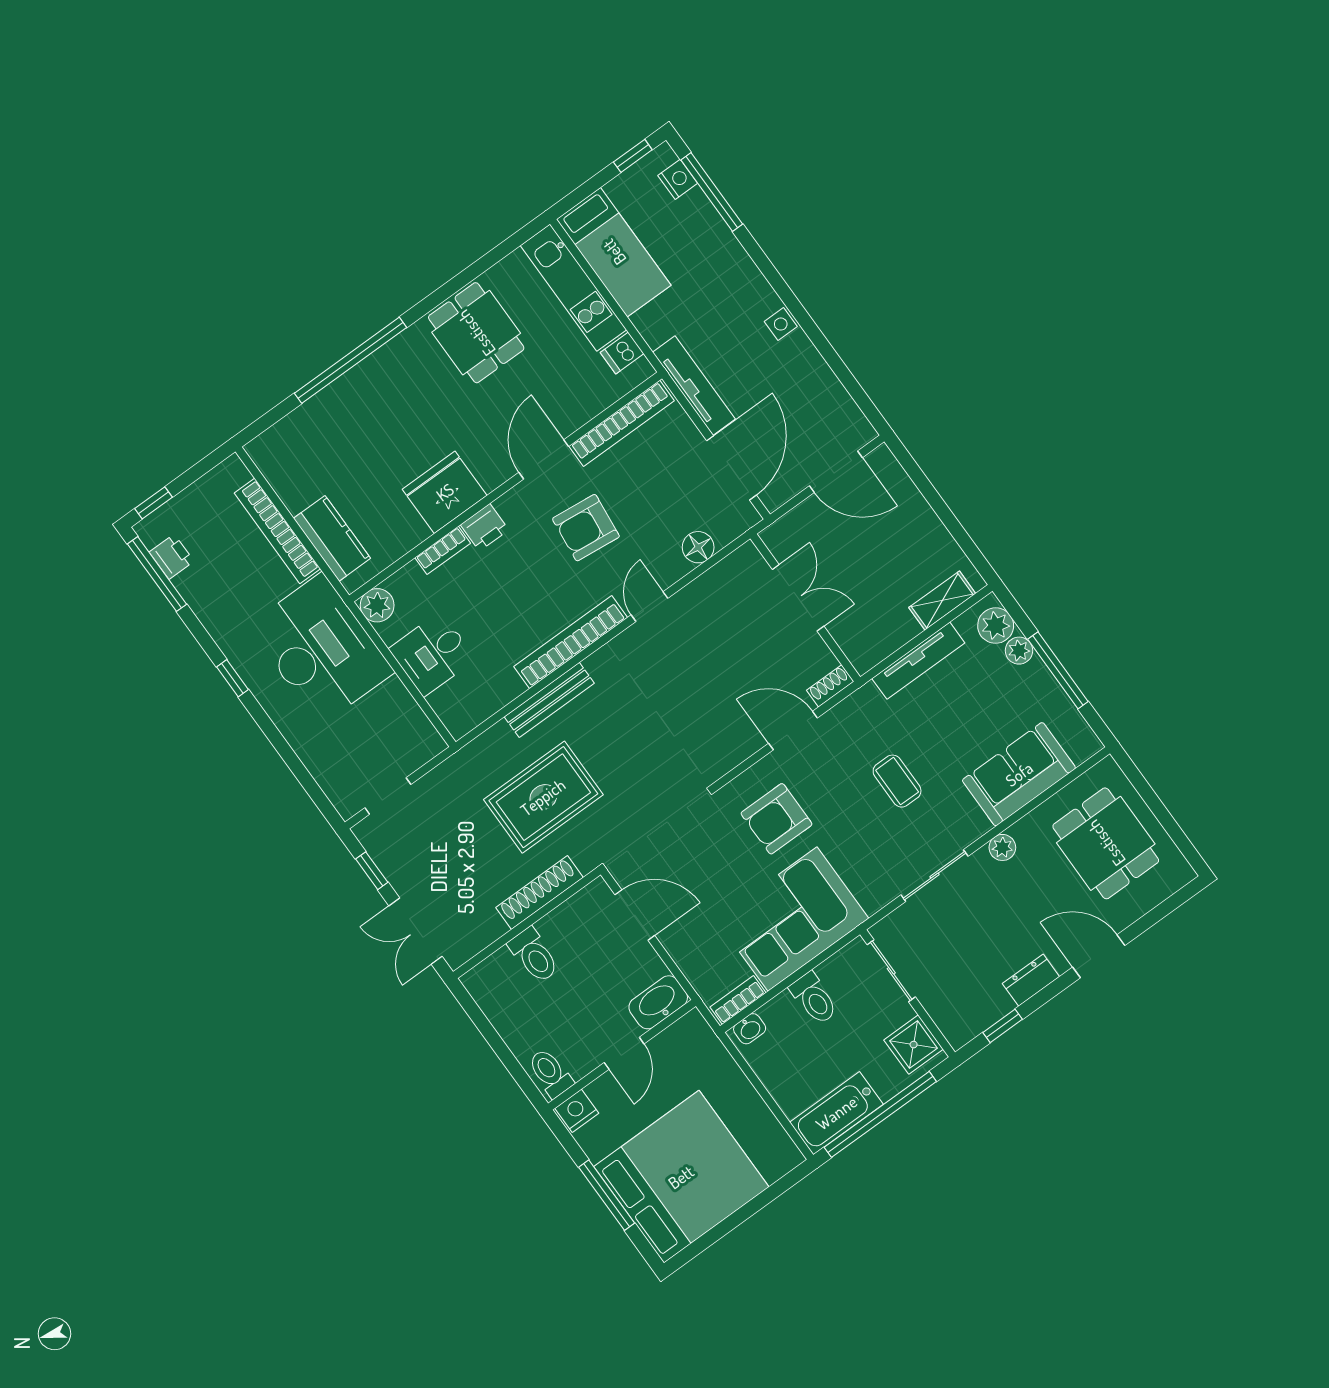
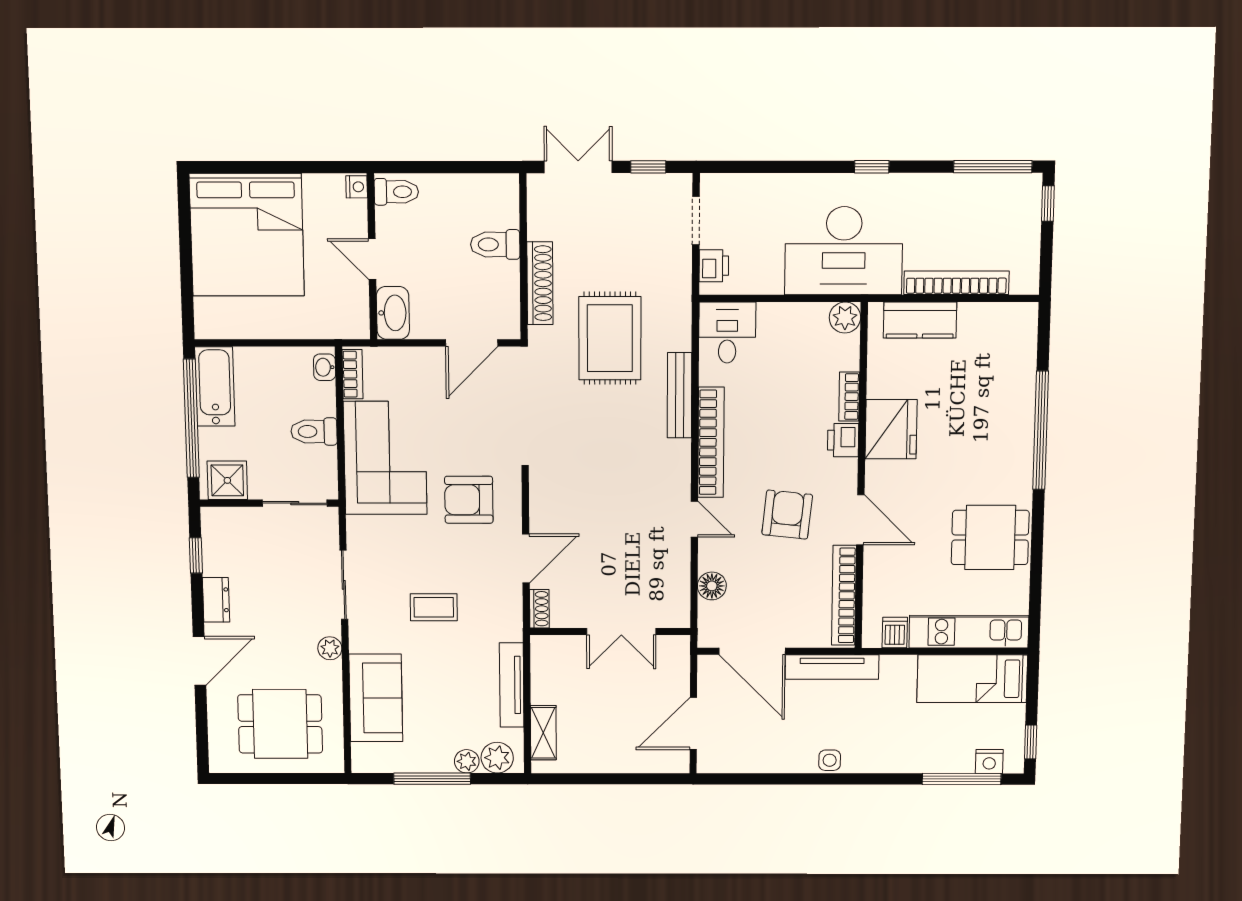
printer: (172, 557) -> (714, 266), moved, turned -90
desk: (432, 654) -> (727, 333), moved
armchair: (777, 819) -> (469, 500), turned -90
nightstand: (577, 1111) -> (357, 187), width x0.72, depth x0.74
window: (607, 1195) -> (272, 167), removed

